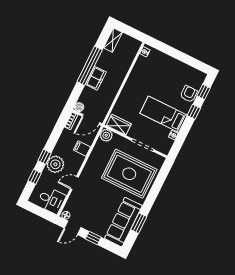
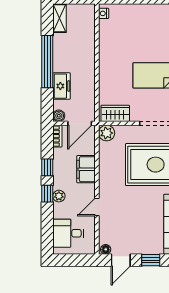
freezer: (96, 78) -> (62, 86), moved
filing cabinet: (82, 149) -> (86, 169), width x2.00
plant: (55, 164) -> (59, 196), width x0.53, depth x0.53
window: (35, 177) -> (47, 167), moved
desk: (51, 200) -> (68, 233), moved, turned 180

